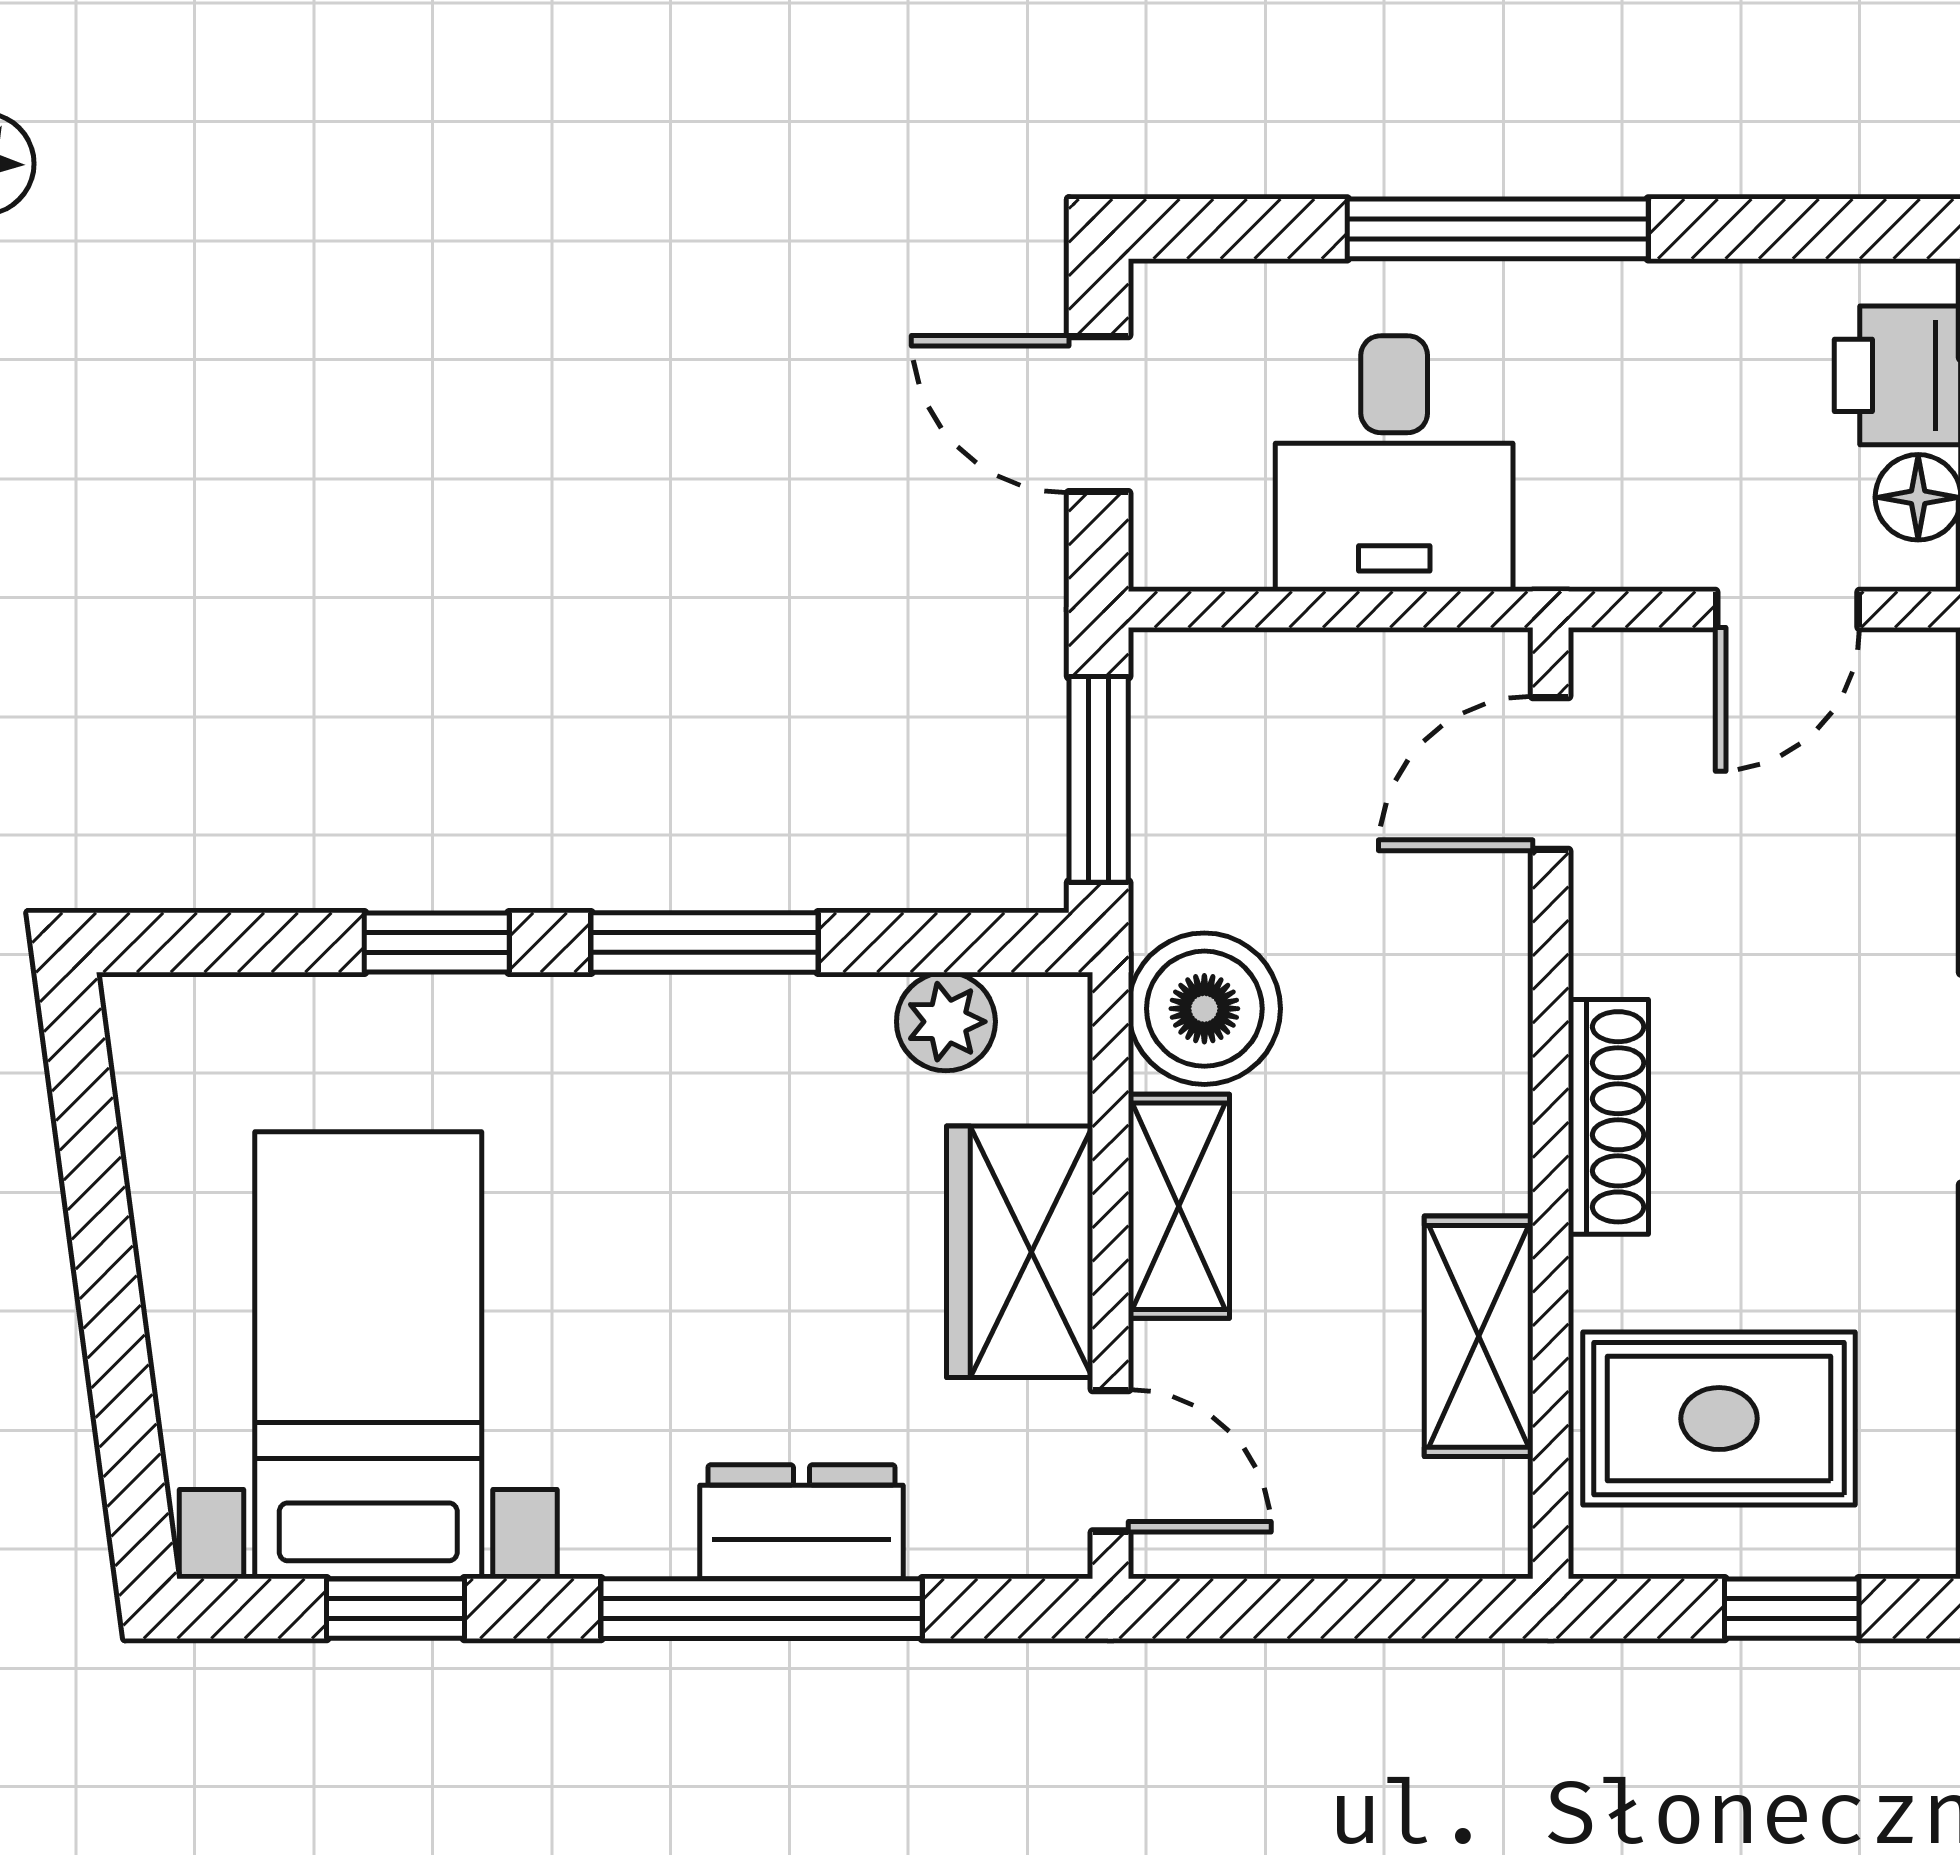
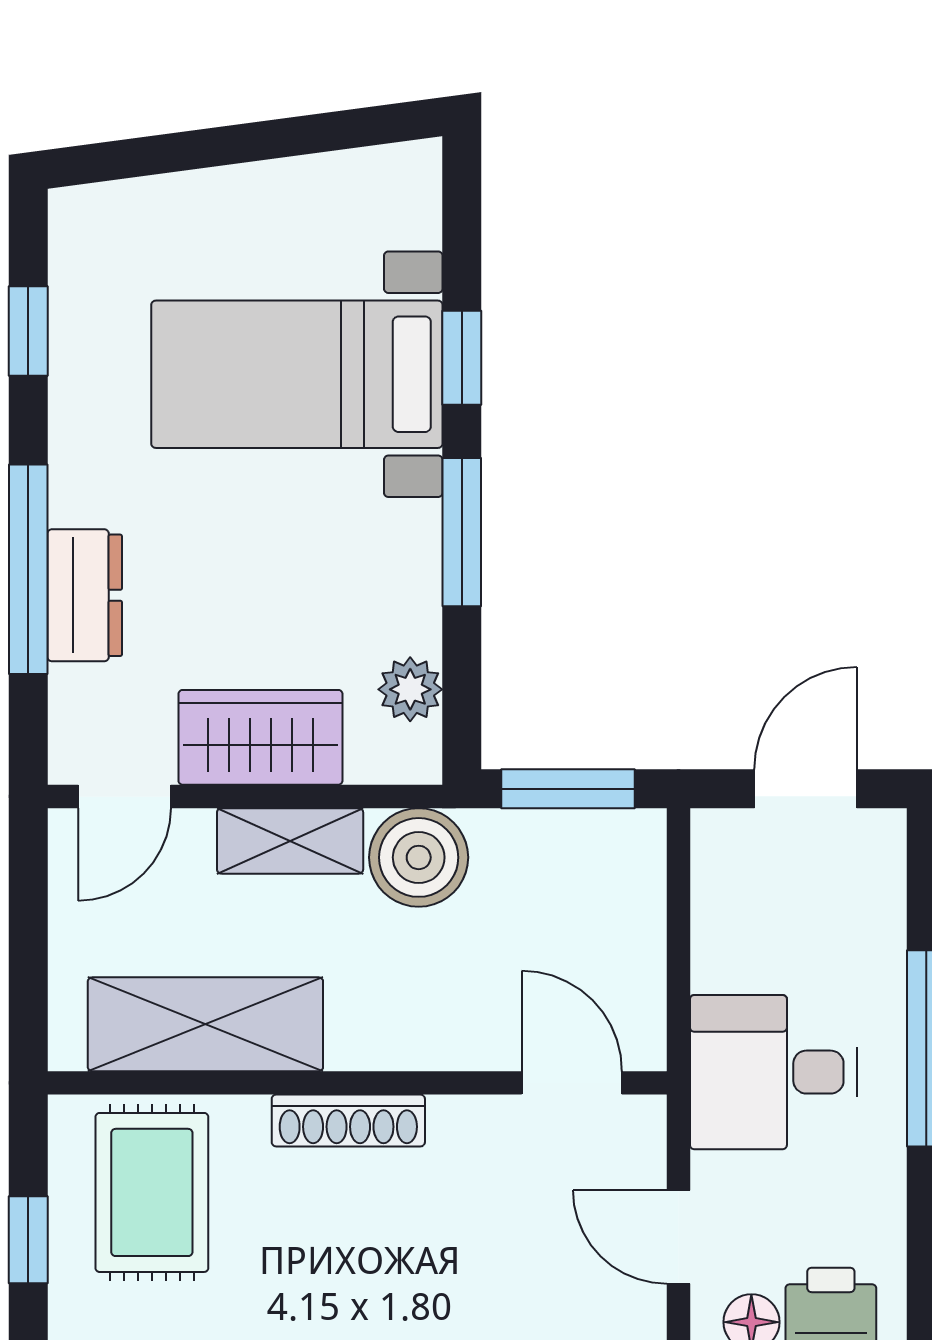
desk: (1394, 464) -> (773, 1072), moved
shelving: (1479, 1336) -> (205, 1024), width x1.50, depth x1.33
bed with nightstands: (368, 1355) -> (297, 374), moved, turned 180

